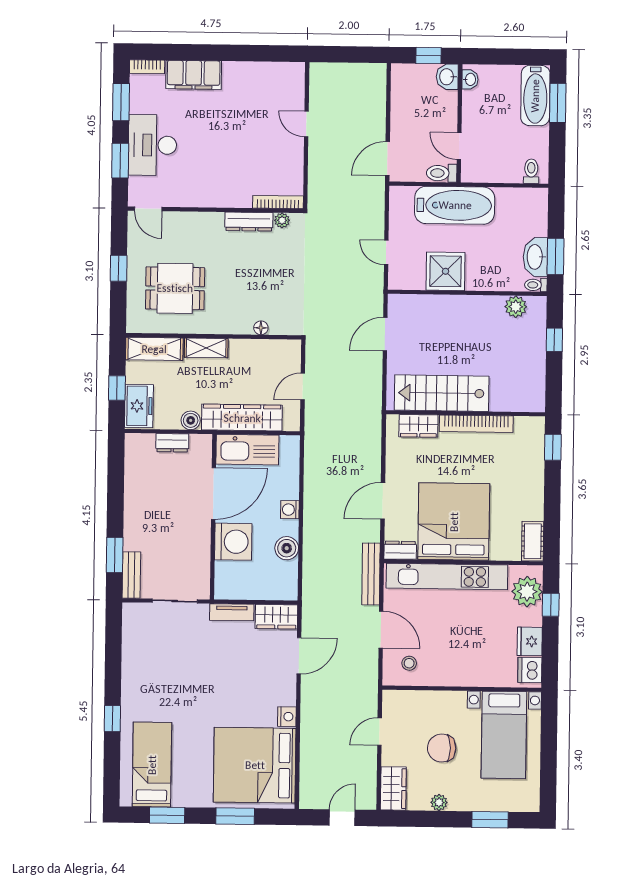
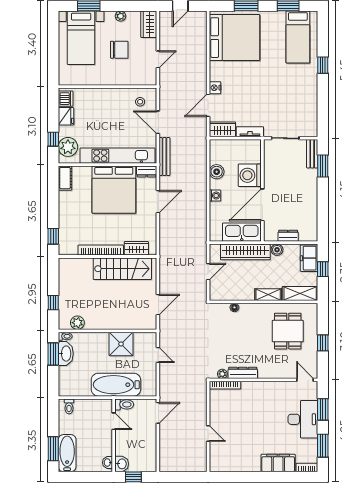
dining table: (175, 288) -> (288, 331), turned 90
nightstand: (287, 717) -> (215, 88), moved
bed with nightstands: (504, 735) -> (81, 38), moved, turned 180

